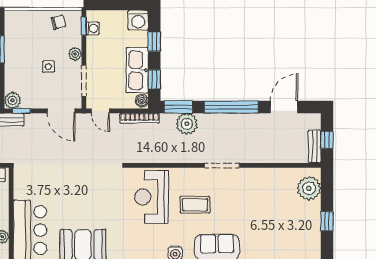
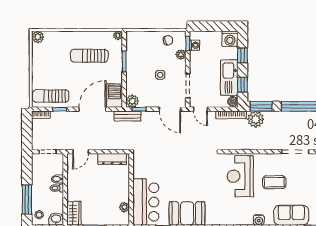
plant: (75, 54) -> (181, 55), moved
plant: (187, 124) -> (256, 119), moved

